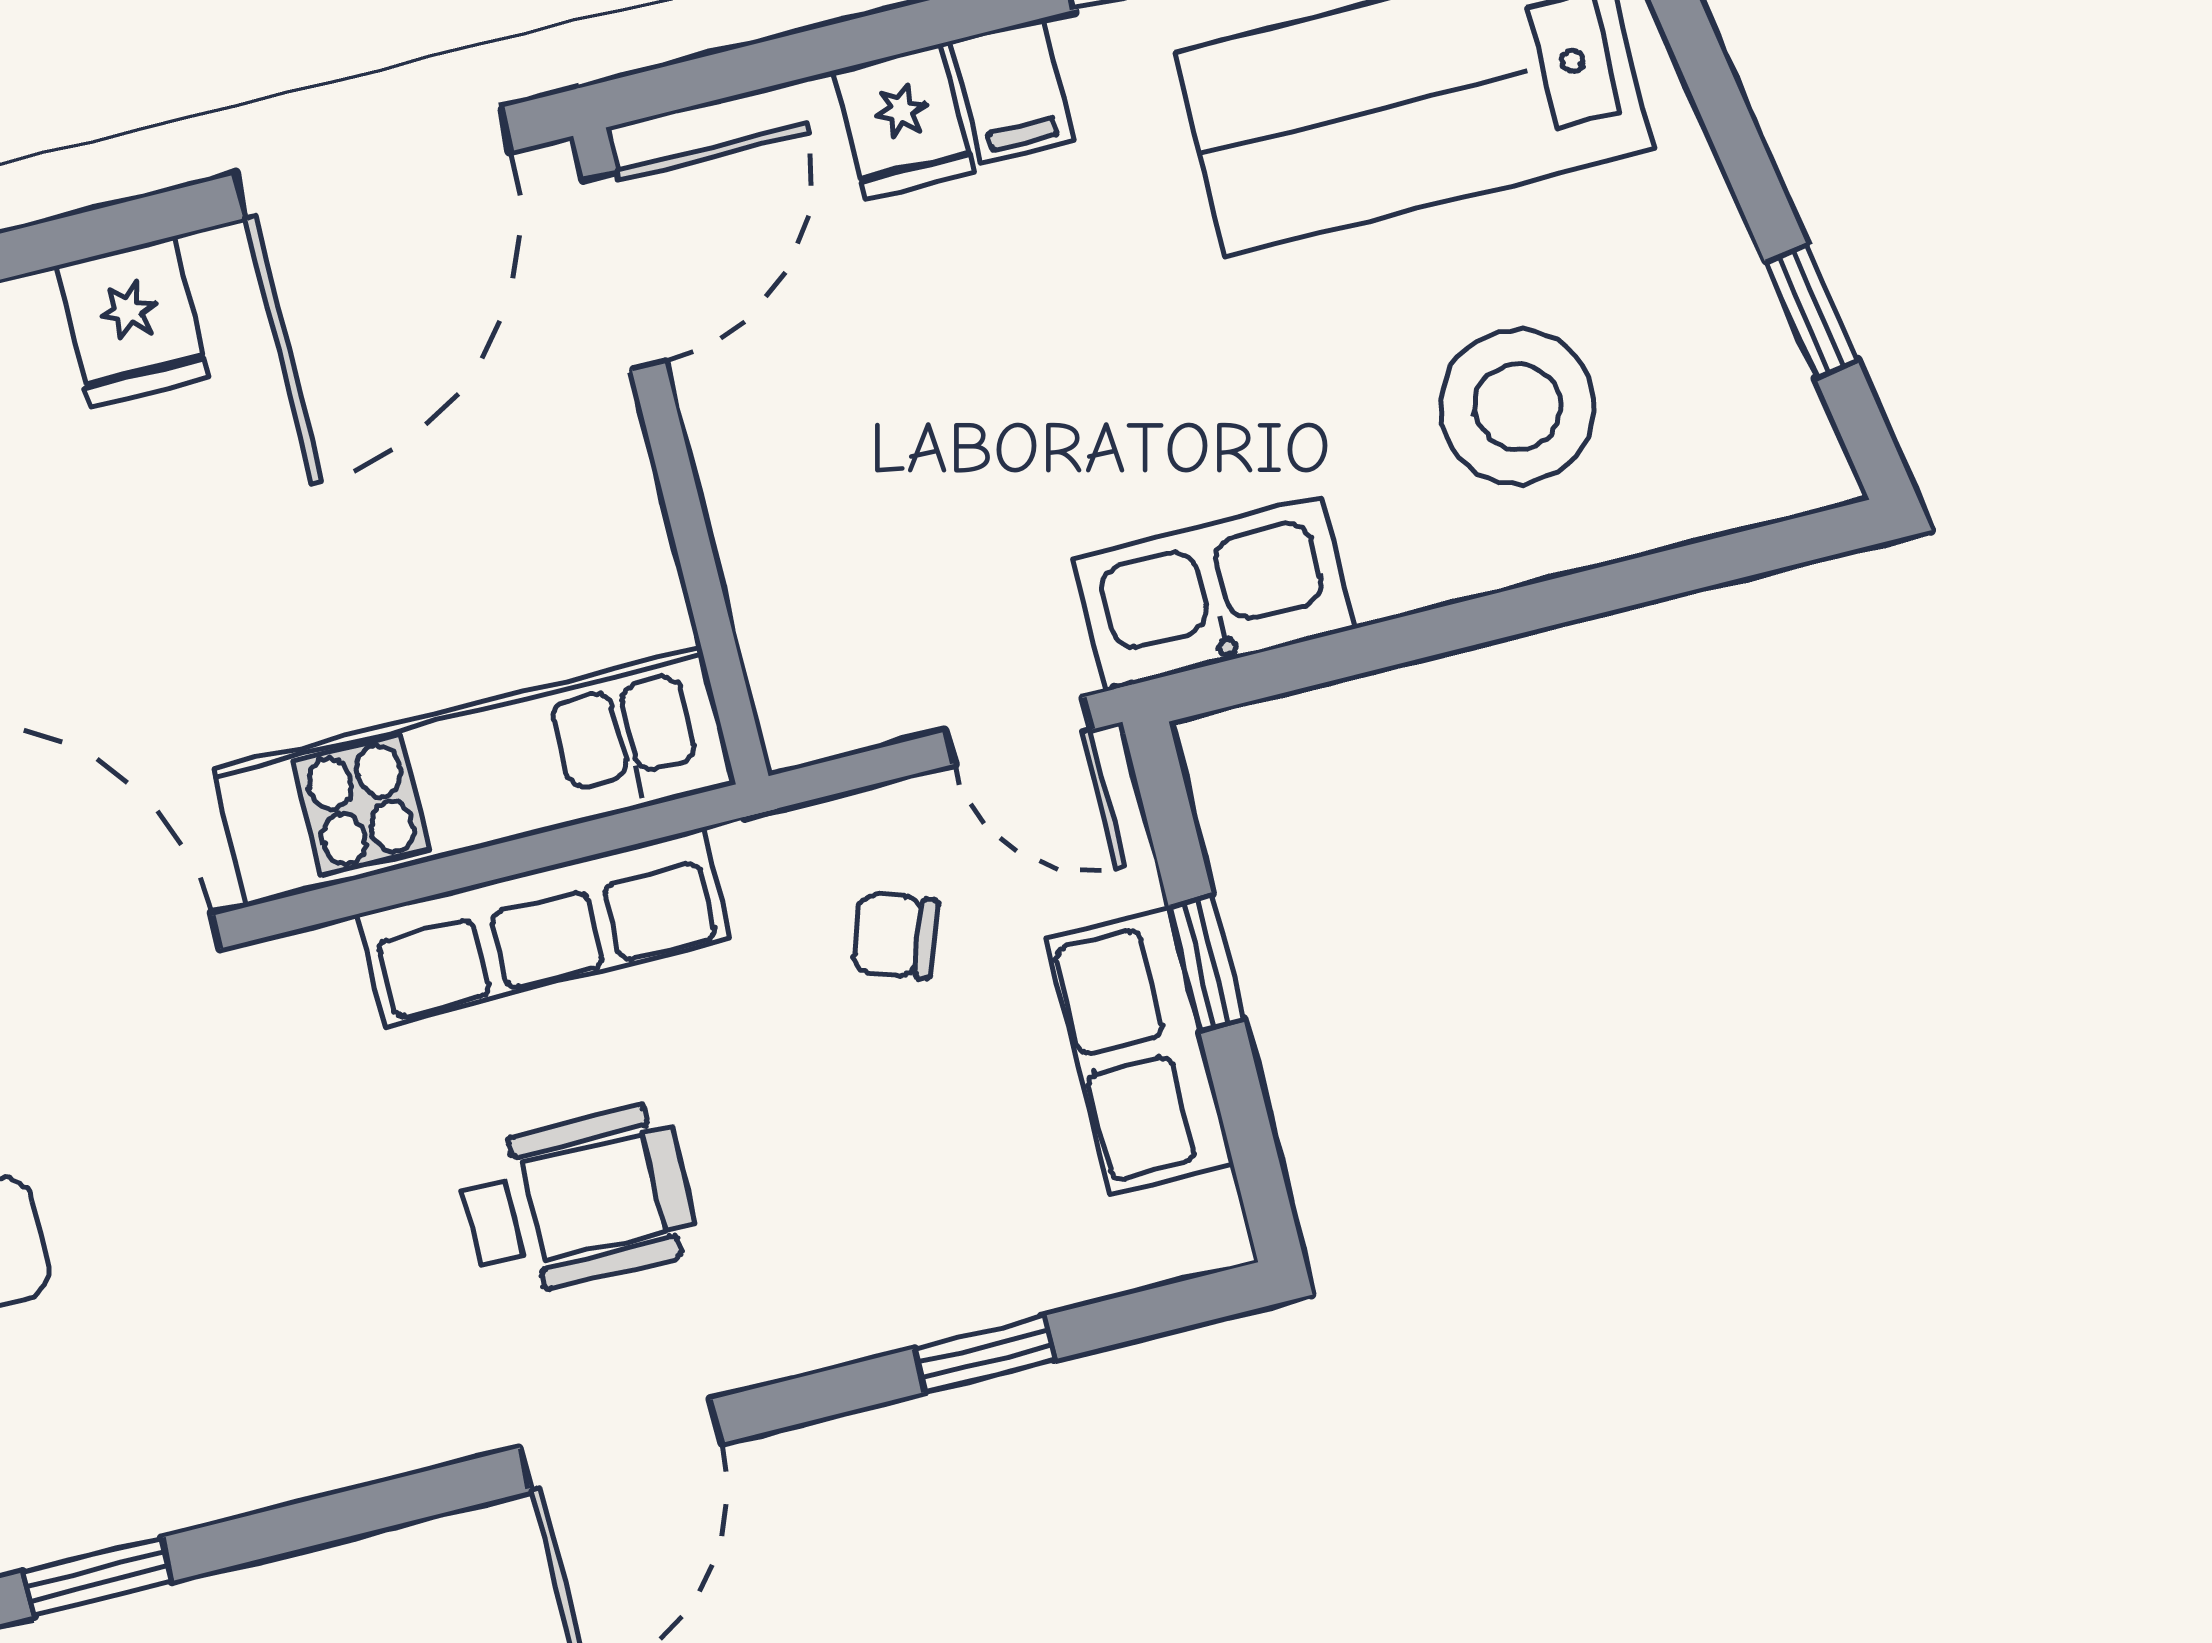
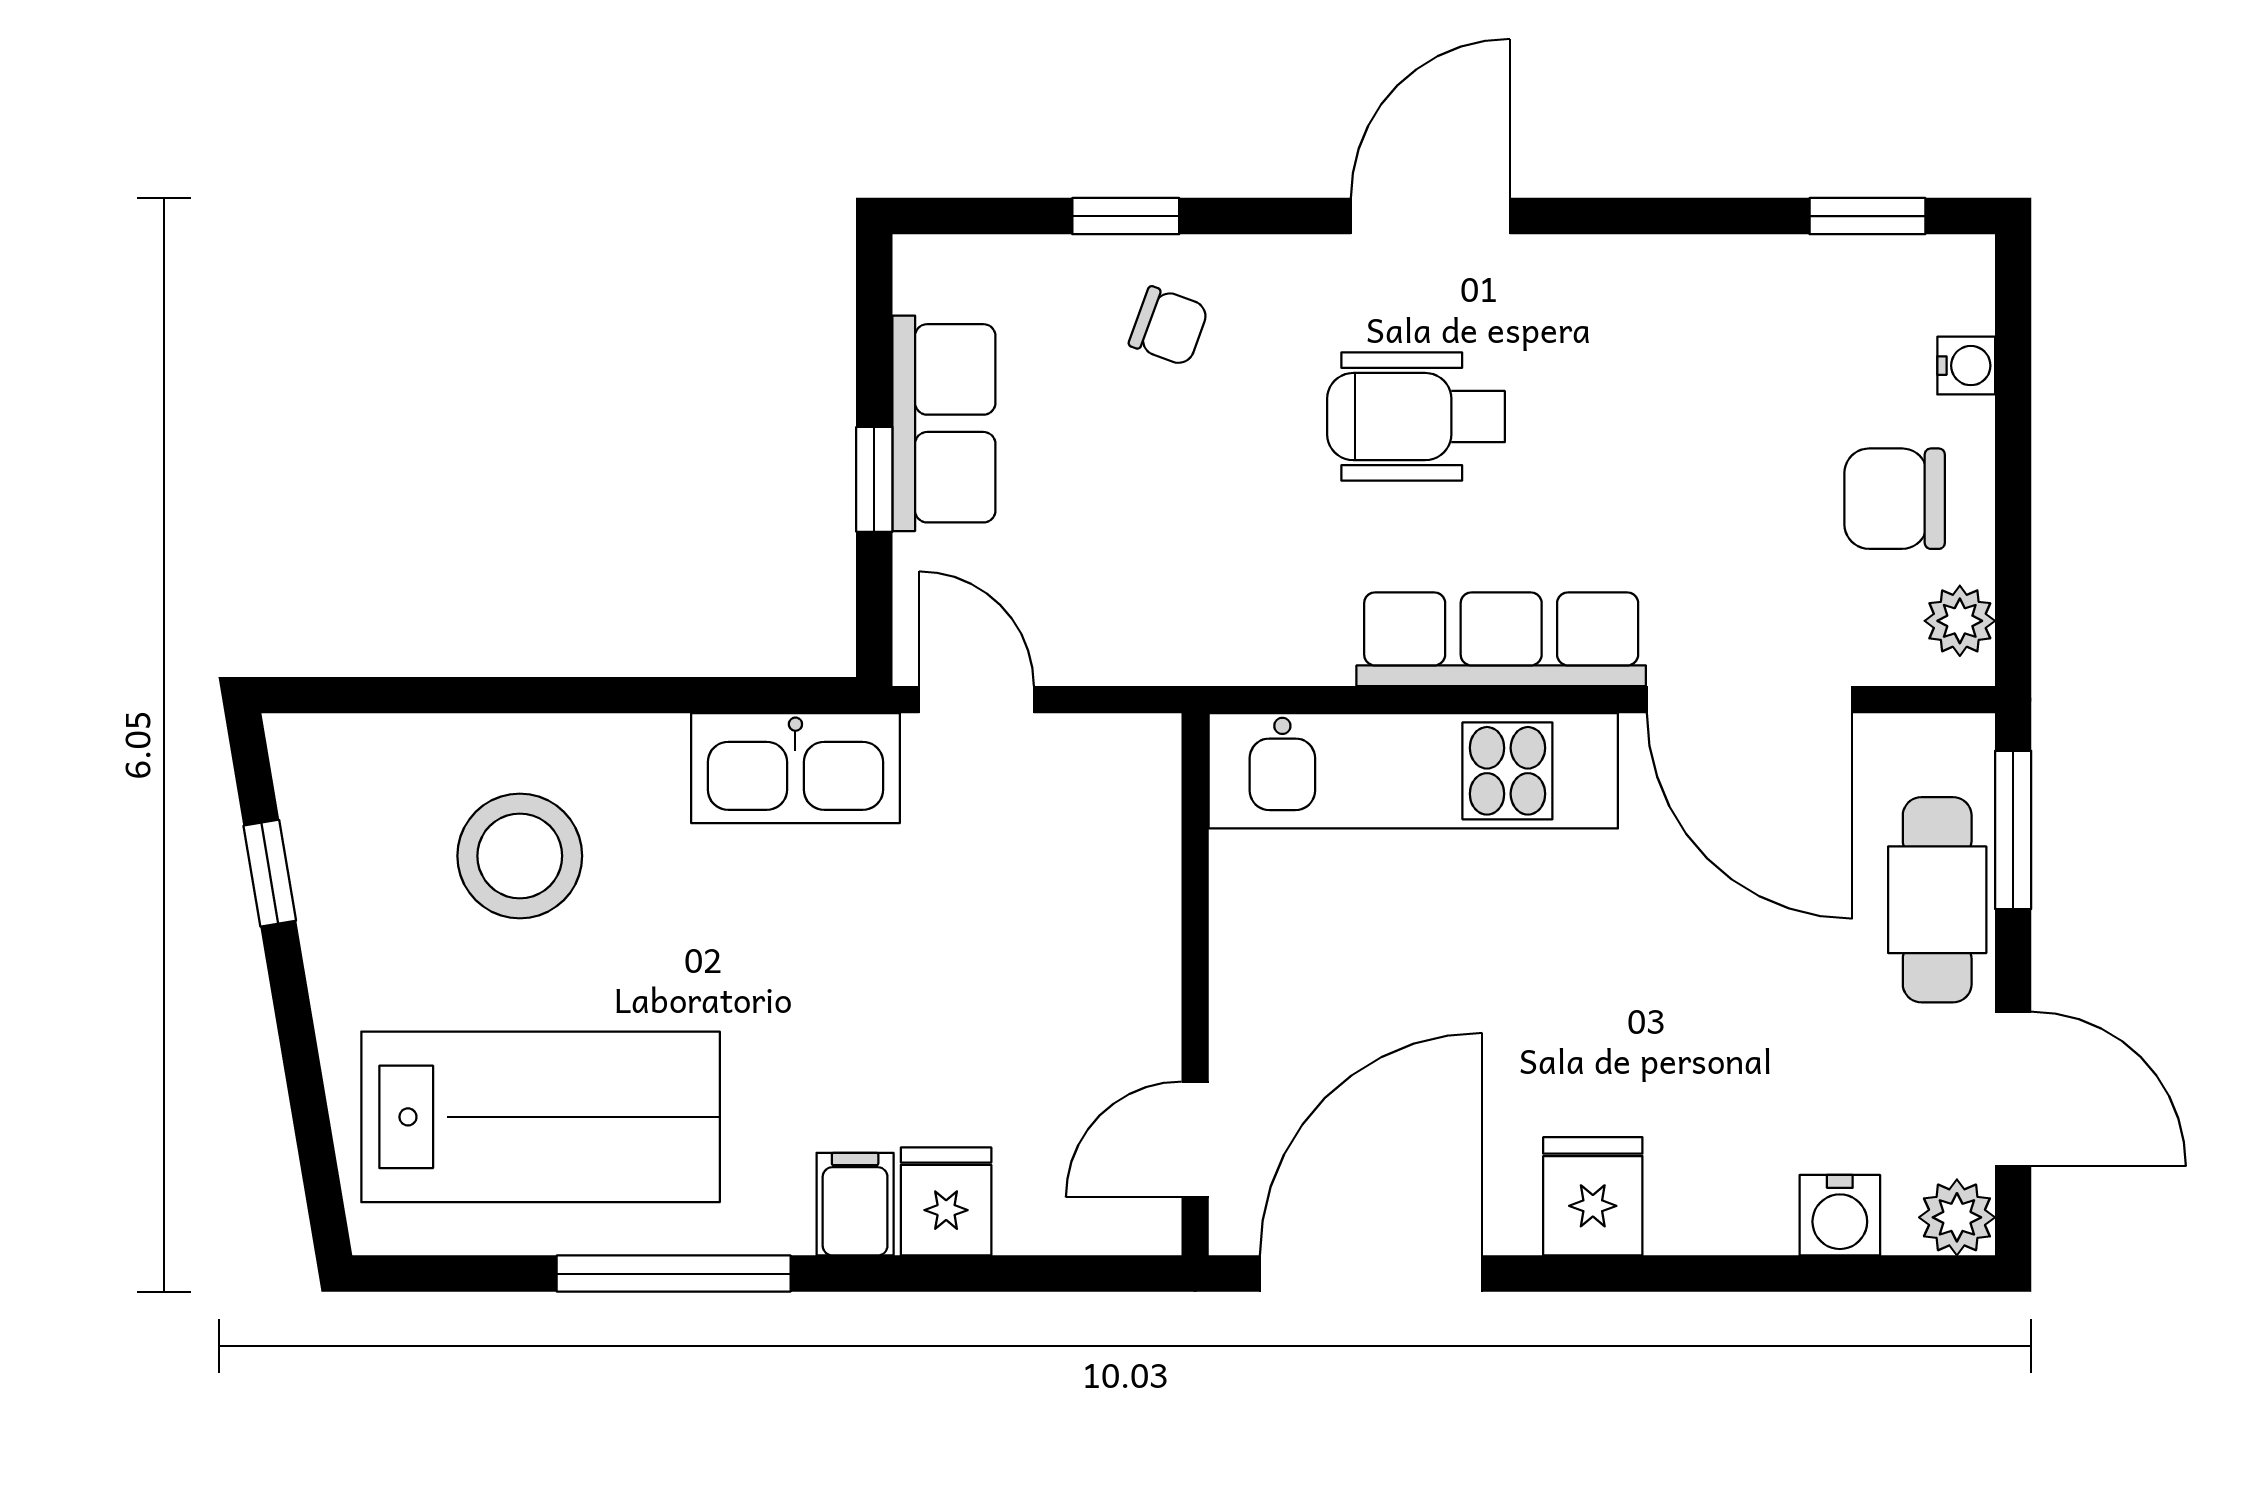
door: (624, 270) -> (1195, 1139), width x0.73
row of seats: (544, 927) -> (1501, 639), moved
chair: (895, 936) -> (1169, 326), moved

